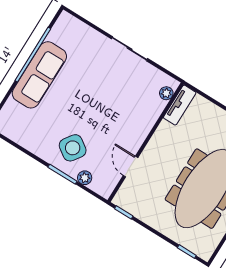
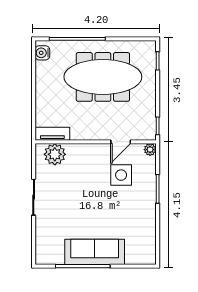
plant: (166, 93) -> (55, 154), width x1.88, depth x1.88
side table: (73, 148) -> (121, 175), moved, turned -35
plant: (85, 178) -> (150, 150), moved

